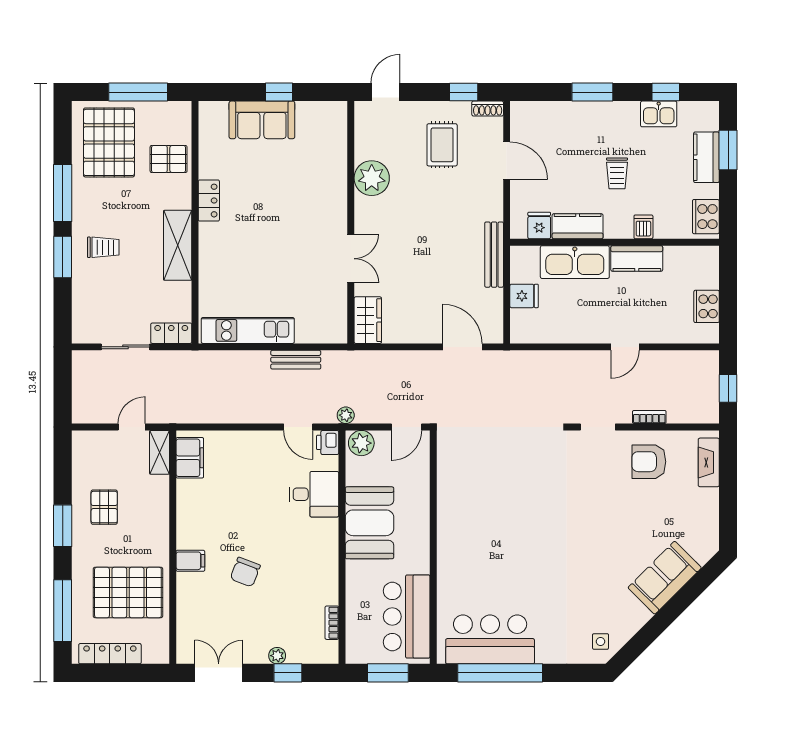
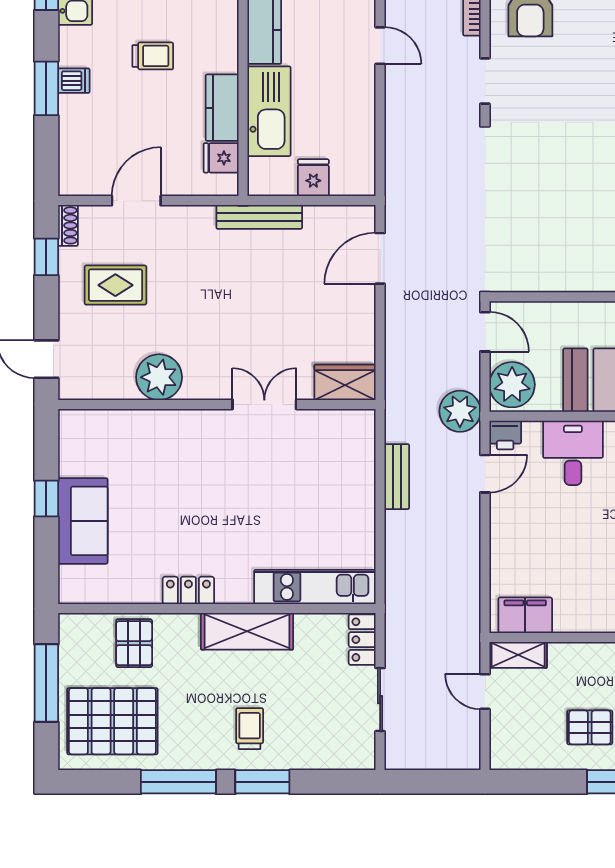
dishwasher: (643, 227) -> (74, 81), moved, turned 180
kitchen unit: (248, 330) -> (315, 587), moved, turned 90
plant: (346, 415) -> (460, 411), width x1.87, depth x1.87
plant: (361, 443) -> (512, 385), width x1.36, depth x1.36

